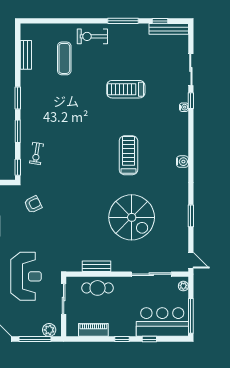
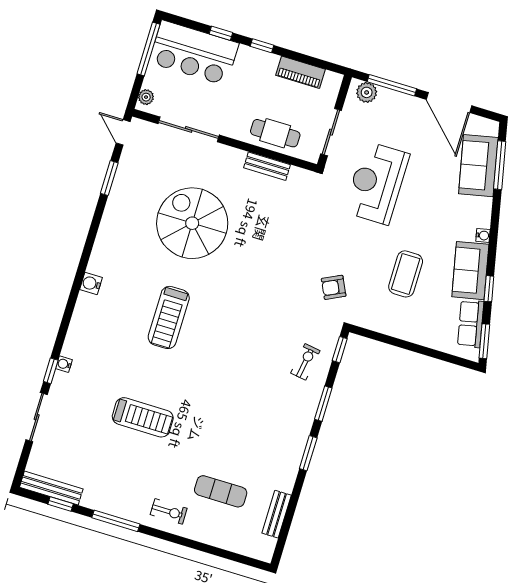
exercise bike: (92, 36) -> (169, 511), width x0.73, depth x0.72
exercise mat: (64, 58) -> (221, 491), turned 90
window: (191, 216) -> (109, 178), moved

